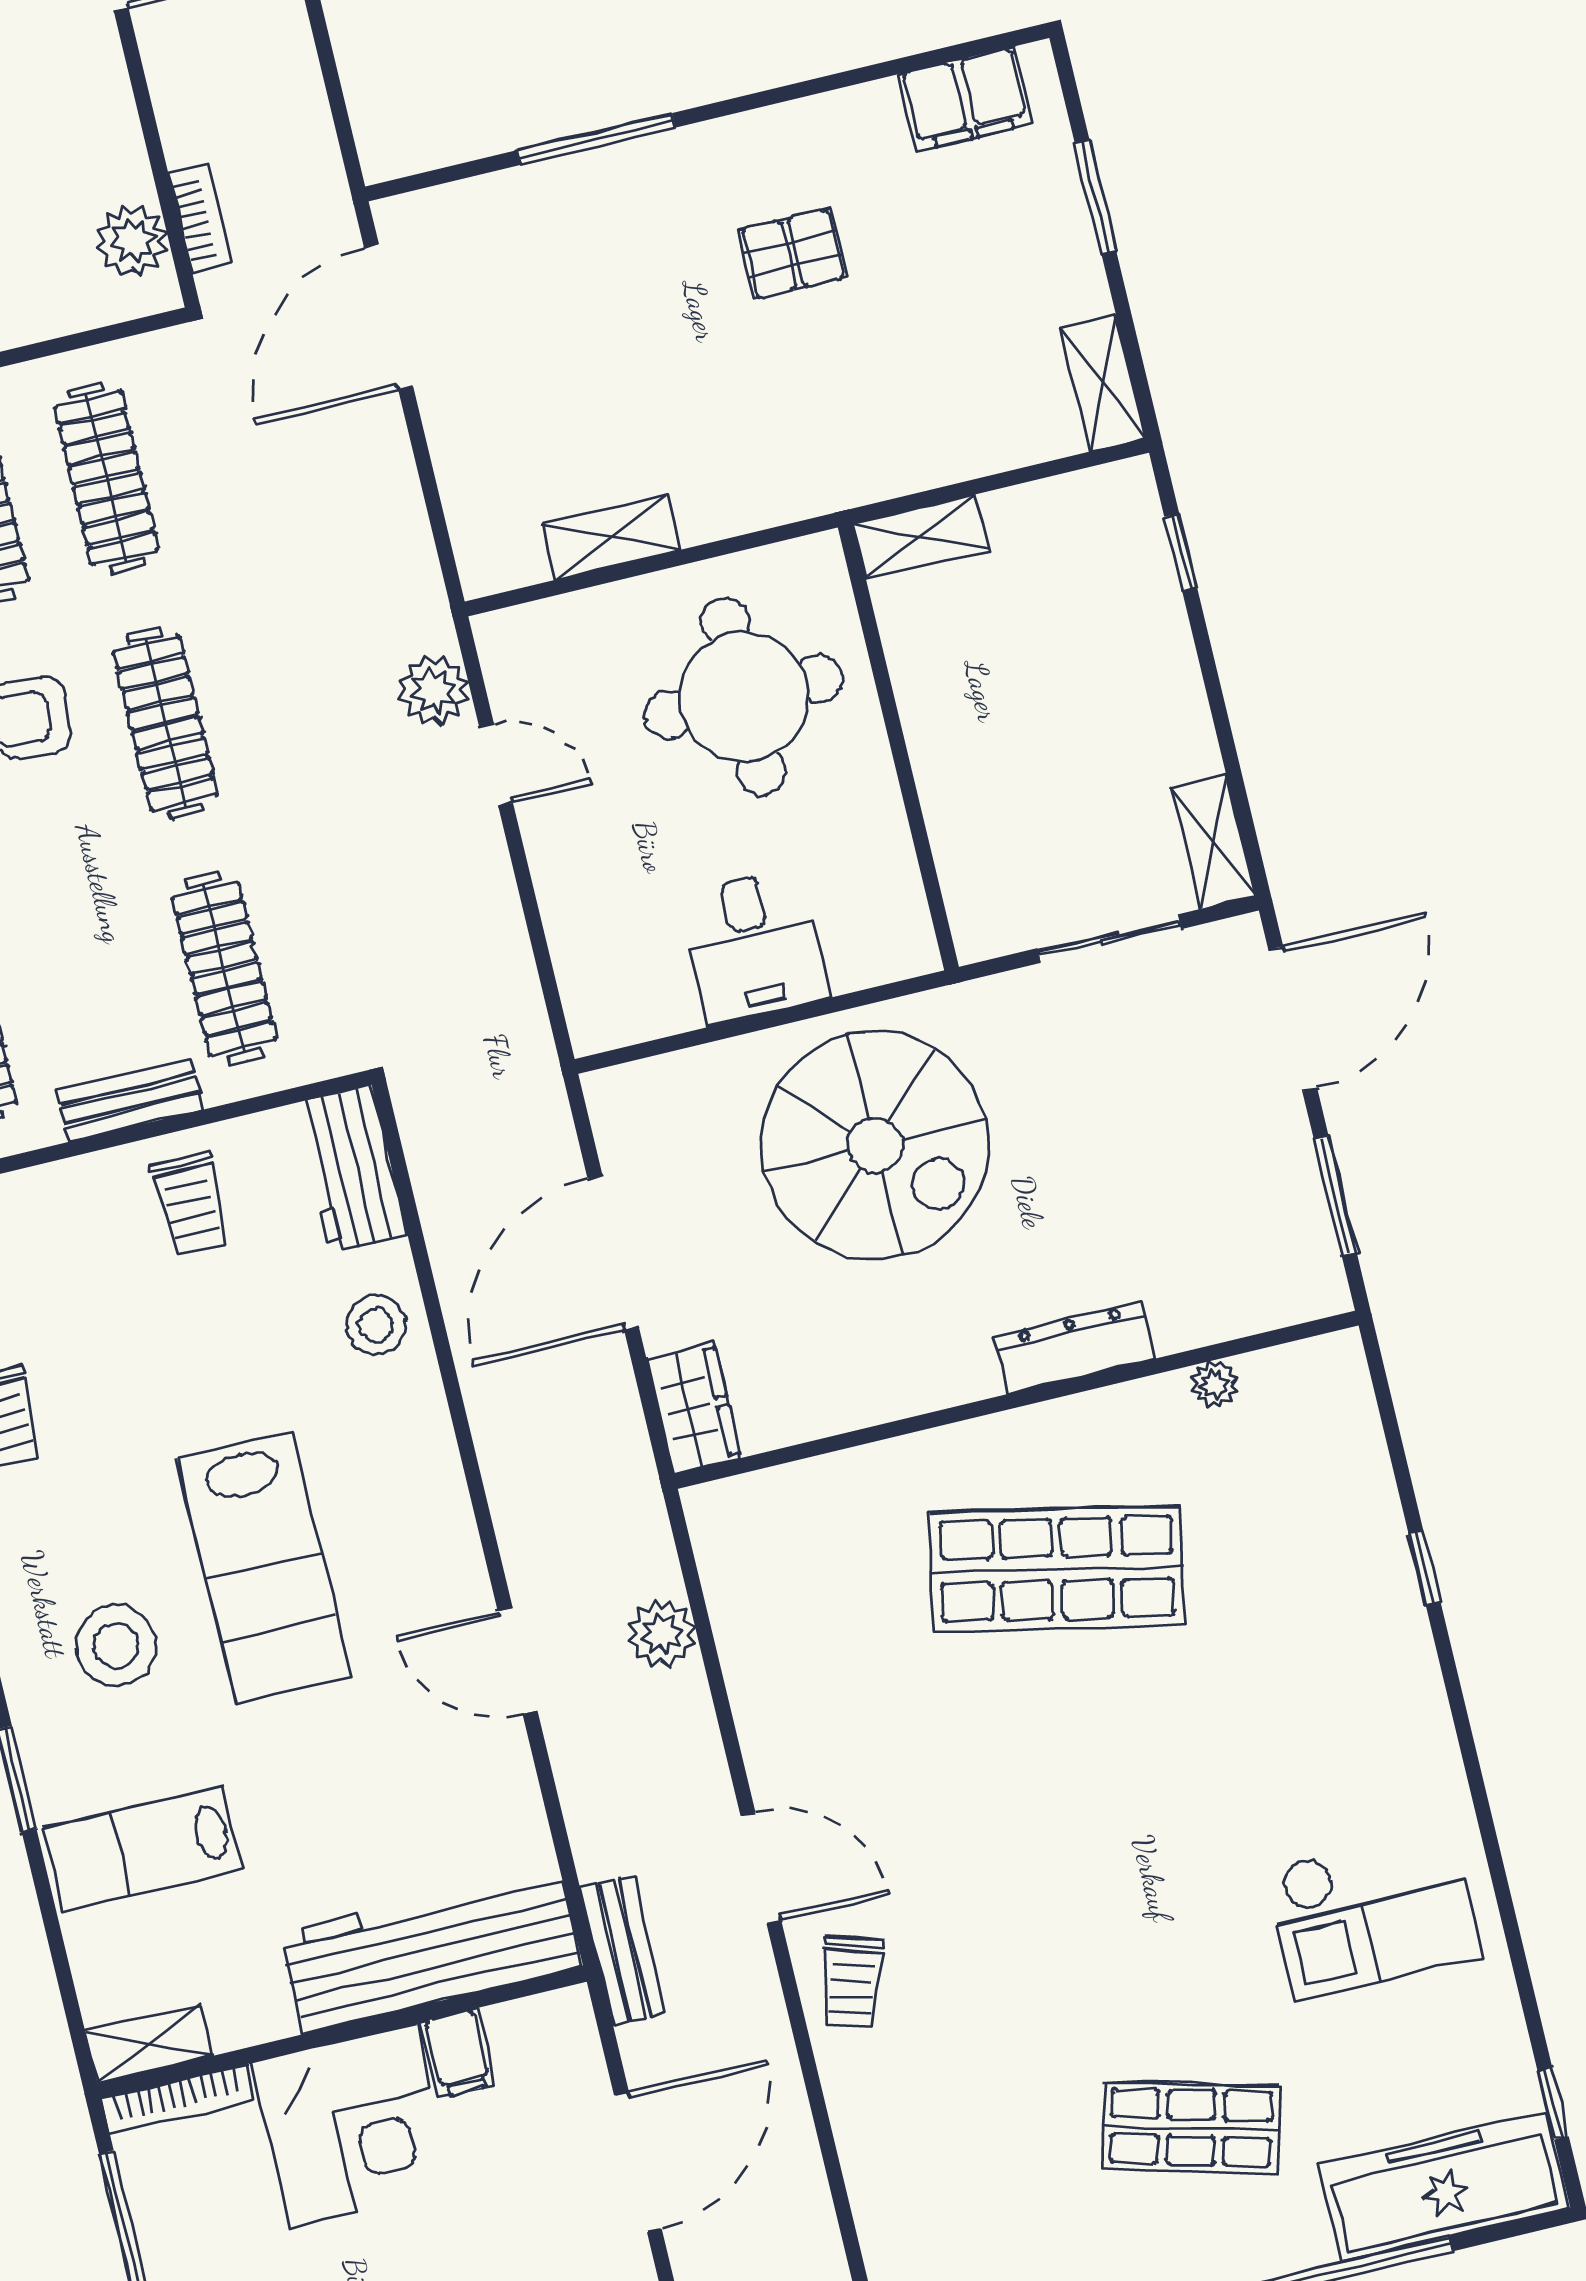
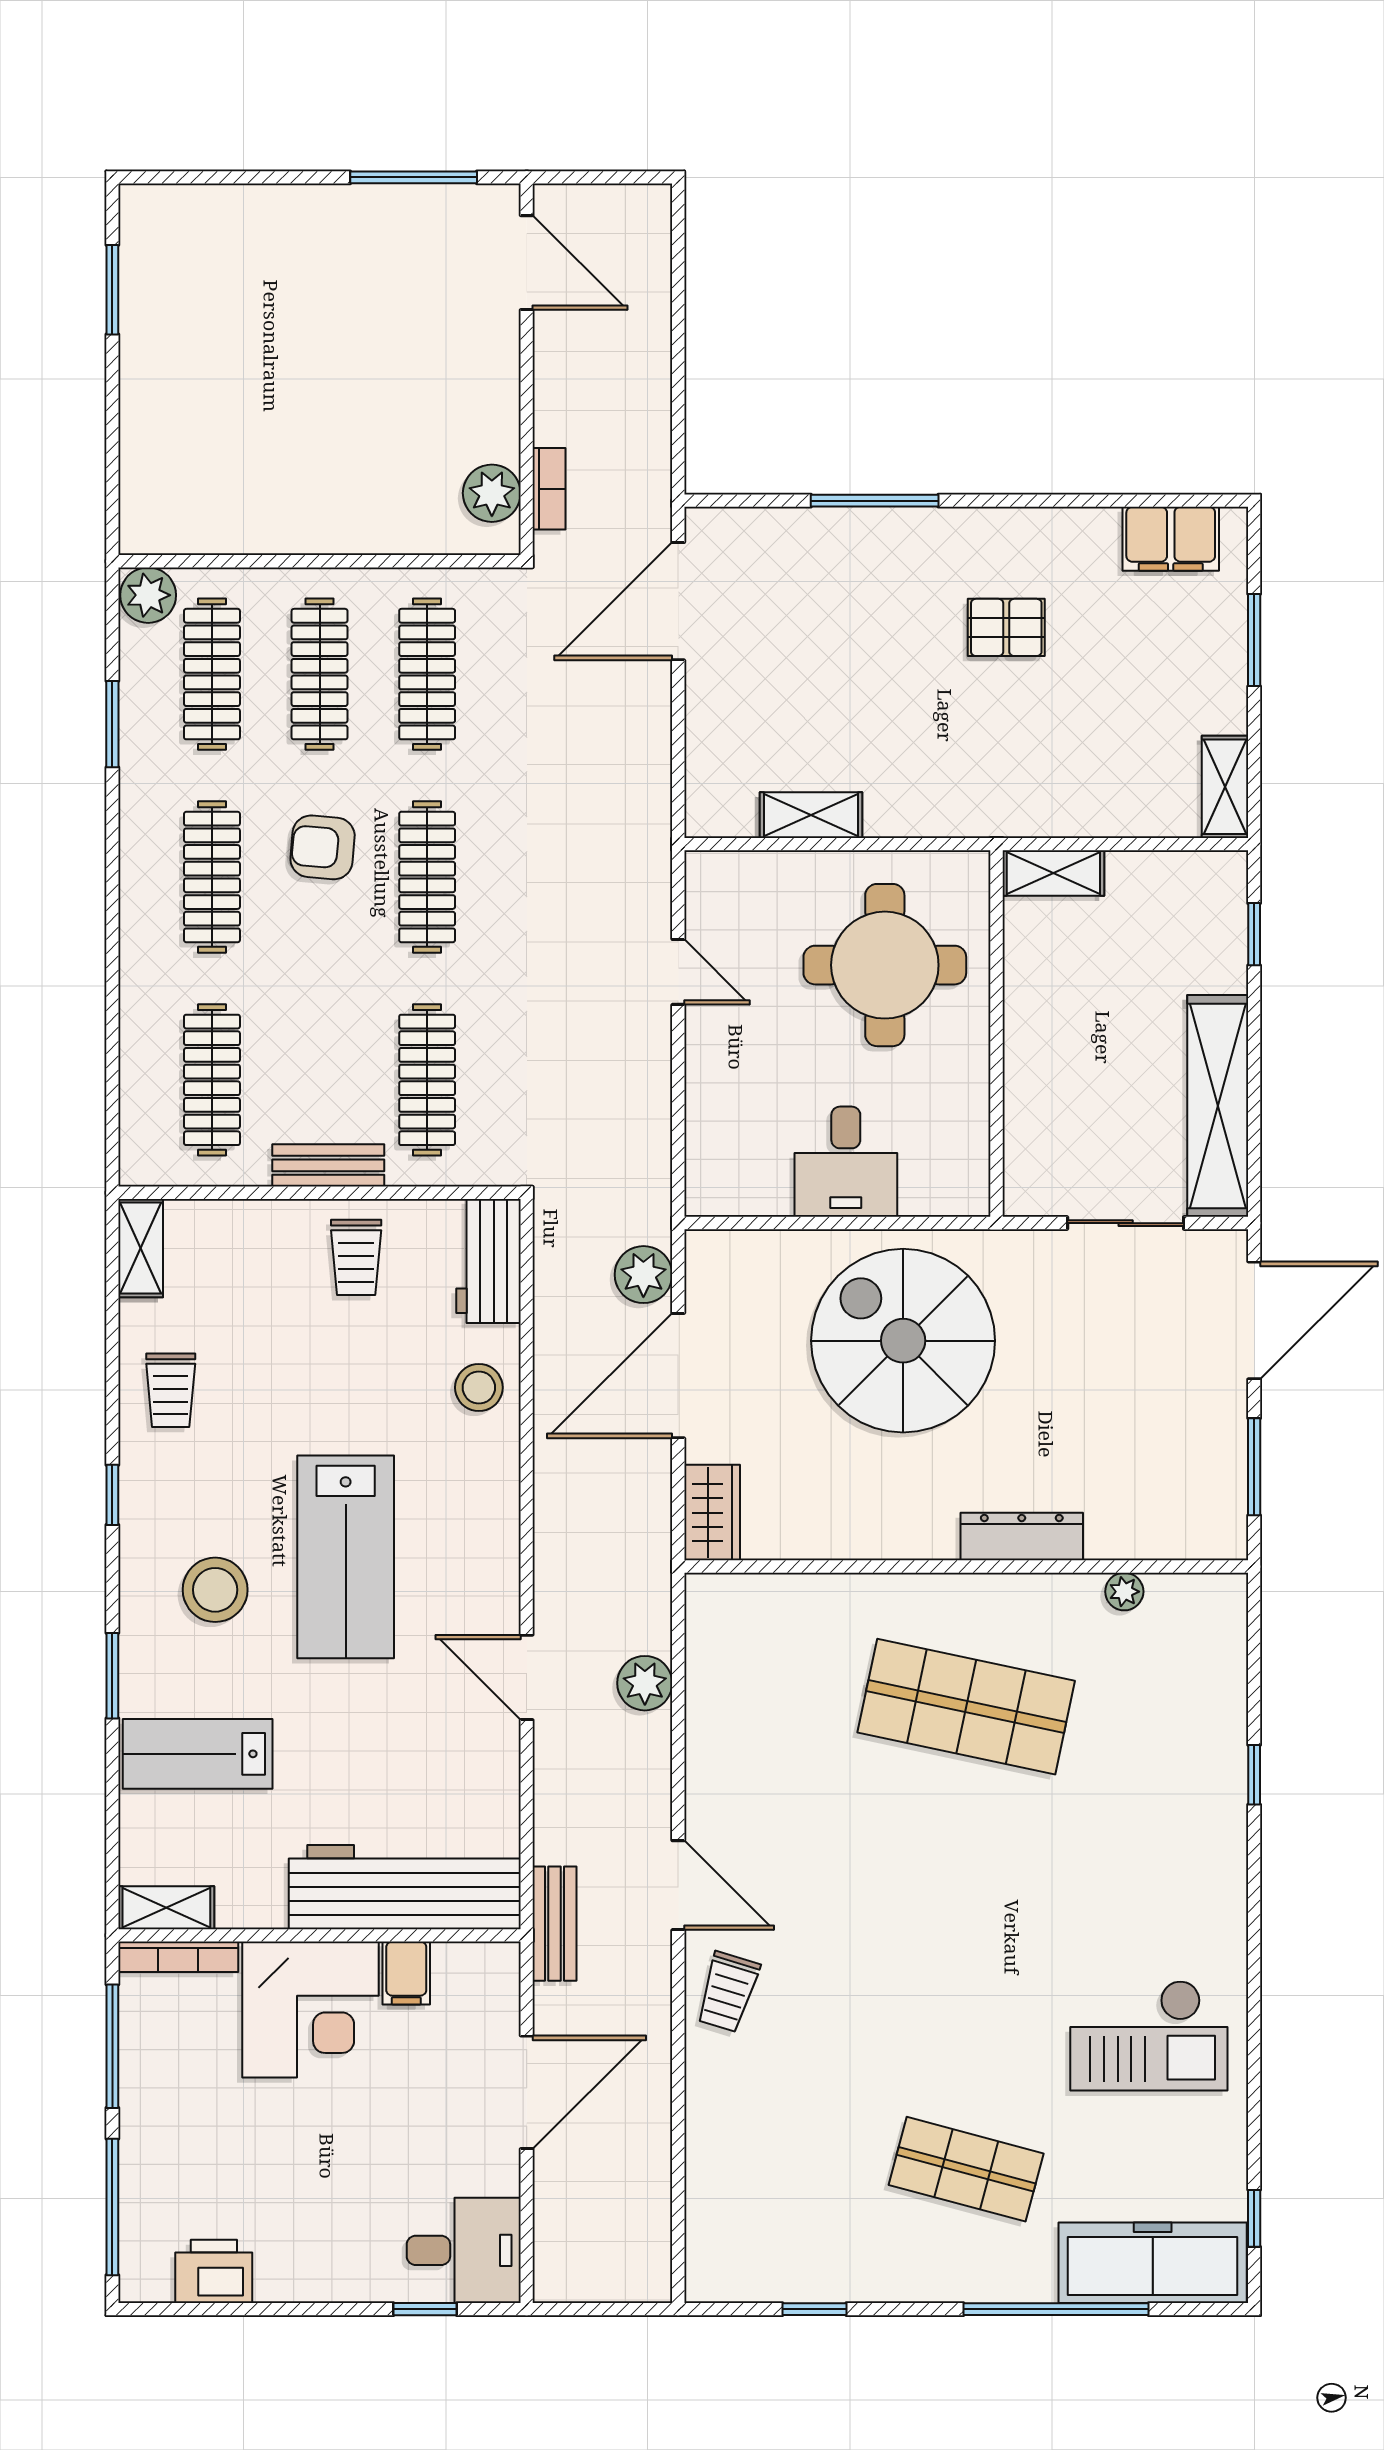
plant: (434, 690) -> (643, 1275), moved
shelving: (1213, 841) -> (1218, 1106), width x2.20, depth x1.33
spiral stairs: (875, 1145) -> (903, 1341), turned 180

